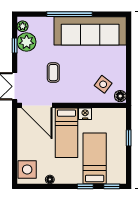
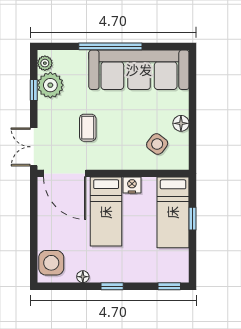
floor lamp: (120, 96) -> (181, 123), moved
bed: (95, 158) -> (173, 212), moved, turned 180
window: (85, 186) -> (112, 286), moved

